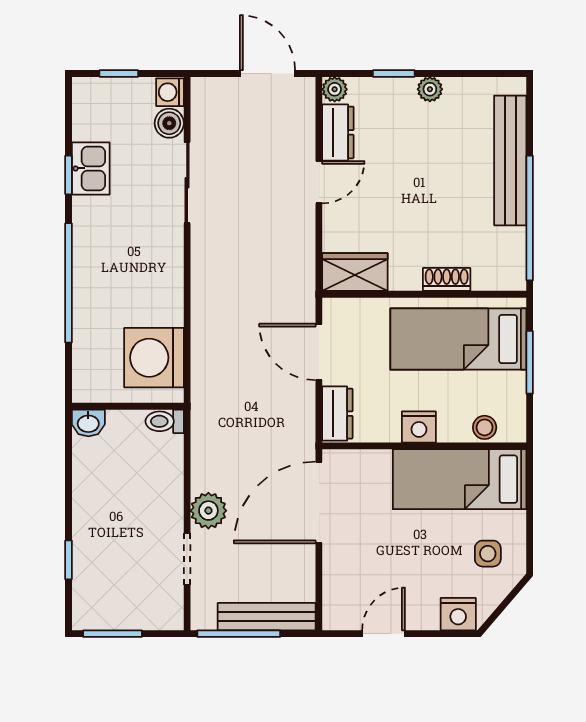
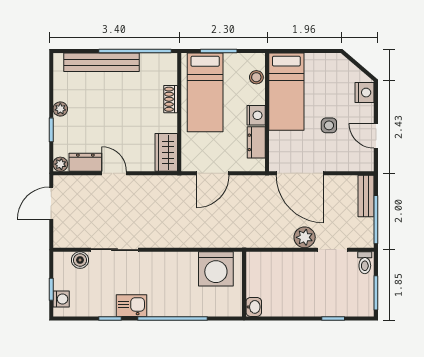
washing machine: (170, 92) -> (61, 299), moved, turned -90
kitchen sink: (91, 168) -> (132, 306), moved
dresser: (337, 414) -> (256, 142), moved, turned -90
toilet: (165, 421) -> (365, 263), moved
side table: (488, 554) -> (329, 125), moved
bench: (267, 617) -> (366, 196), width x0.73

